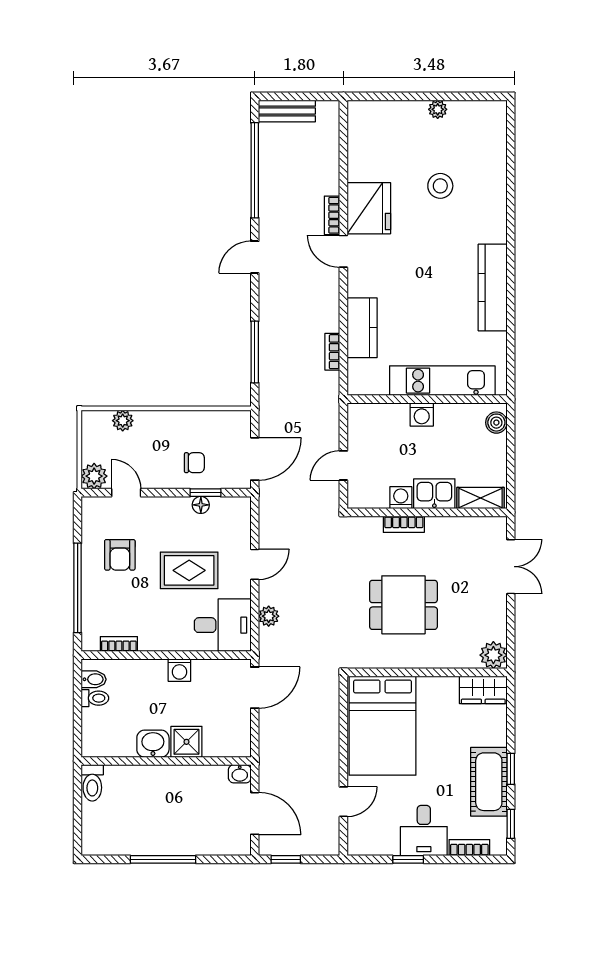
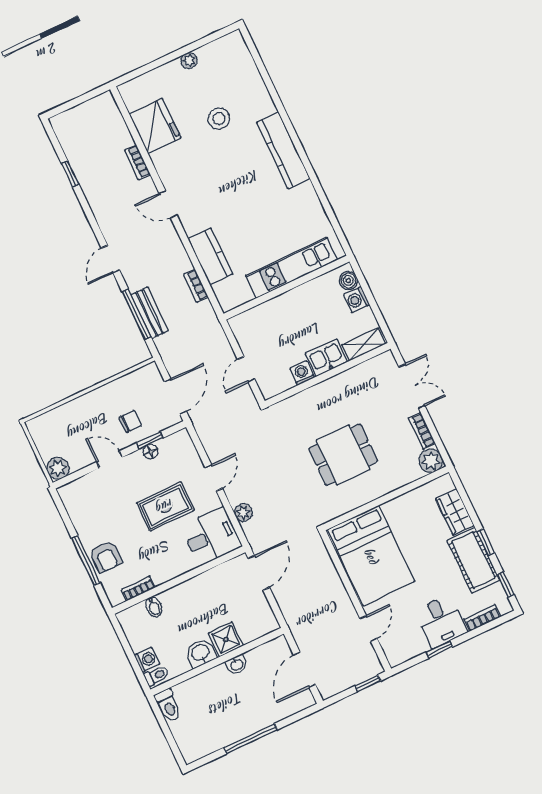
bench: (287, 111) -> (150, 313), moved, turned 90
window: (255, 170) -> (70, 174), width x0.32
fridge: (369, 208) -> (155, 126), moved
bookcase: (332, 215) -> (137, 162), moved
door: (255, 257) -> (110, 259), moved
kitchen counter: (493, 287) -> (283, 150), moved
washing machine: (422, 414) -> (356, 300), moved, turned 90
plant: (123, 421) -> (60, 415), removed
door: (126, 493) -> (109, 460), moved
bookcase: (404, 524) -> (422, 431), moved, turned 90
armchair: (120, 555) -> (106, 557), moved
window: (78, 588) -> (86, 561), width x0.68
washing machine: (179, 670) -> (147, 660), moved, turned -90
bidet: (94, 679) -> (154, 607), moved, turned 90
wardrobe: (483, 690) -> (455, 512), moved, turned 90
toilet: (95, 698) -> (157, 676), moved
washbasin: (240, 774) -> (237, 664), moved
door: (255, 813) -> (305, 670), swing flipped
window: (286, 859) -> (368, 683), moved

